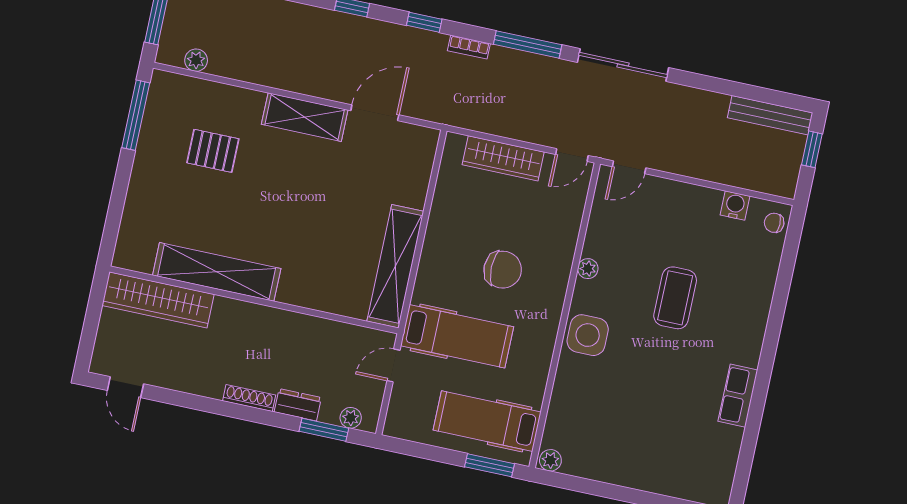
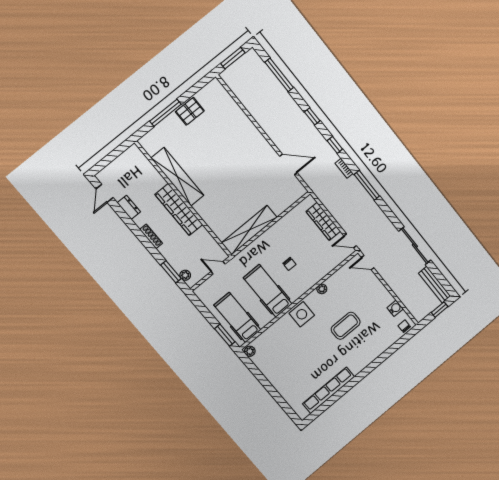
plant: (196, 60) -> (235, 87), removed
sliding door: (623, 65) -> (415, 246), moved
window: (136, 115) -> (165, 113), moved
shelving: (305, 117) -> (260, 144), removed
pallet: (213, 151) -> (190, 111), moved, turned 90
chair: (503, 270) -> (289, 264), width x0.54, depth x0.54
wardrobe: (158, 300) -> (179, 210), moved
hospital bed: (457, 336) -> (268, 291), moved, turned 180
row of seats: (738, 396) -> (329, 390), width x2.02
dresser: (298, 405) -> (129, 207), moved

